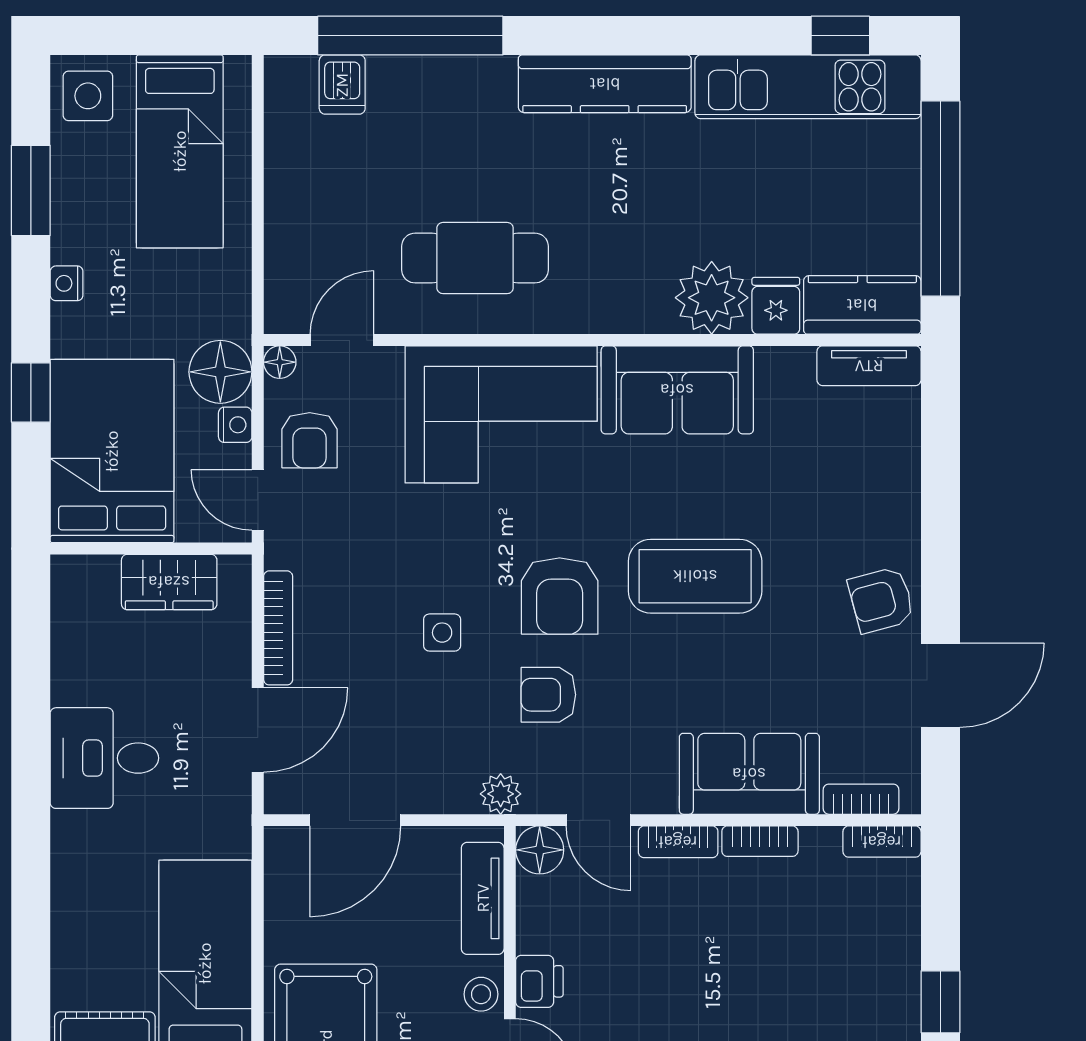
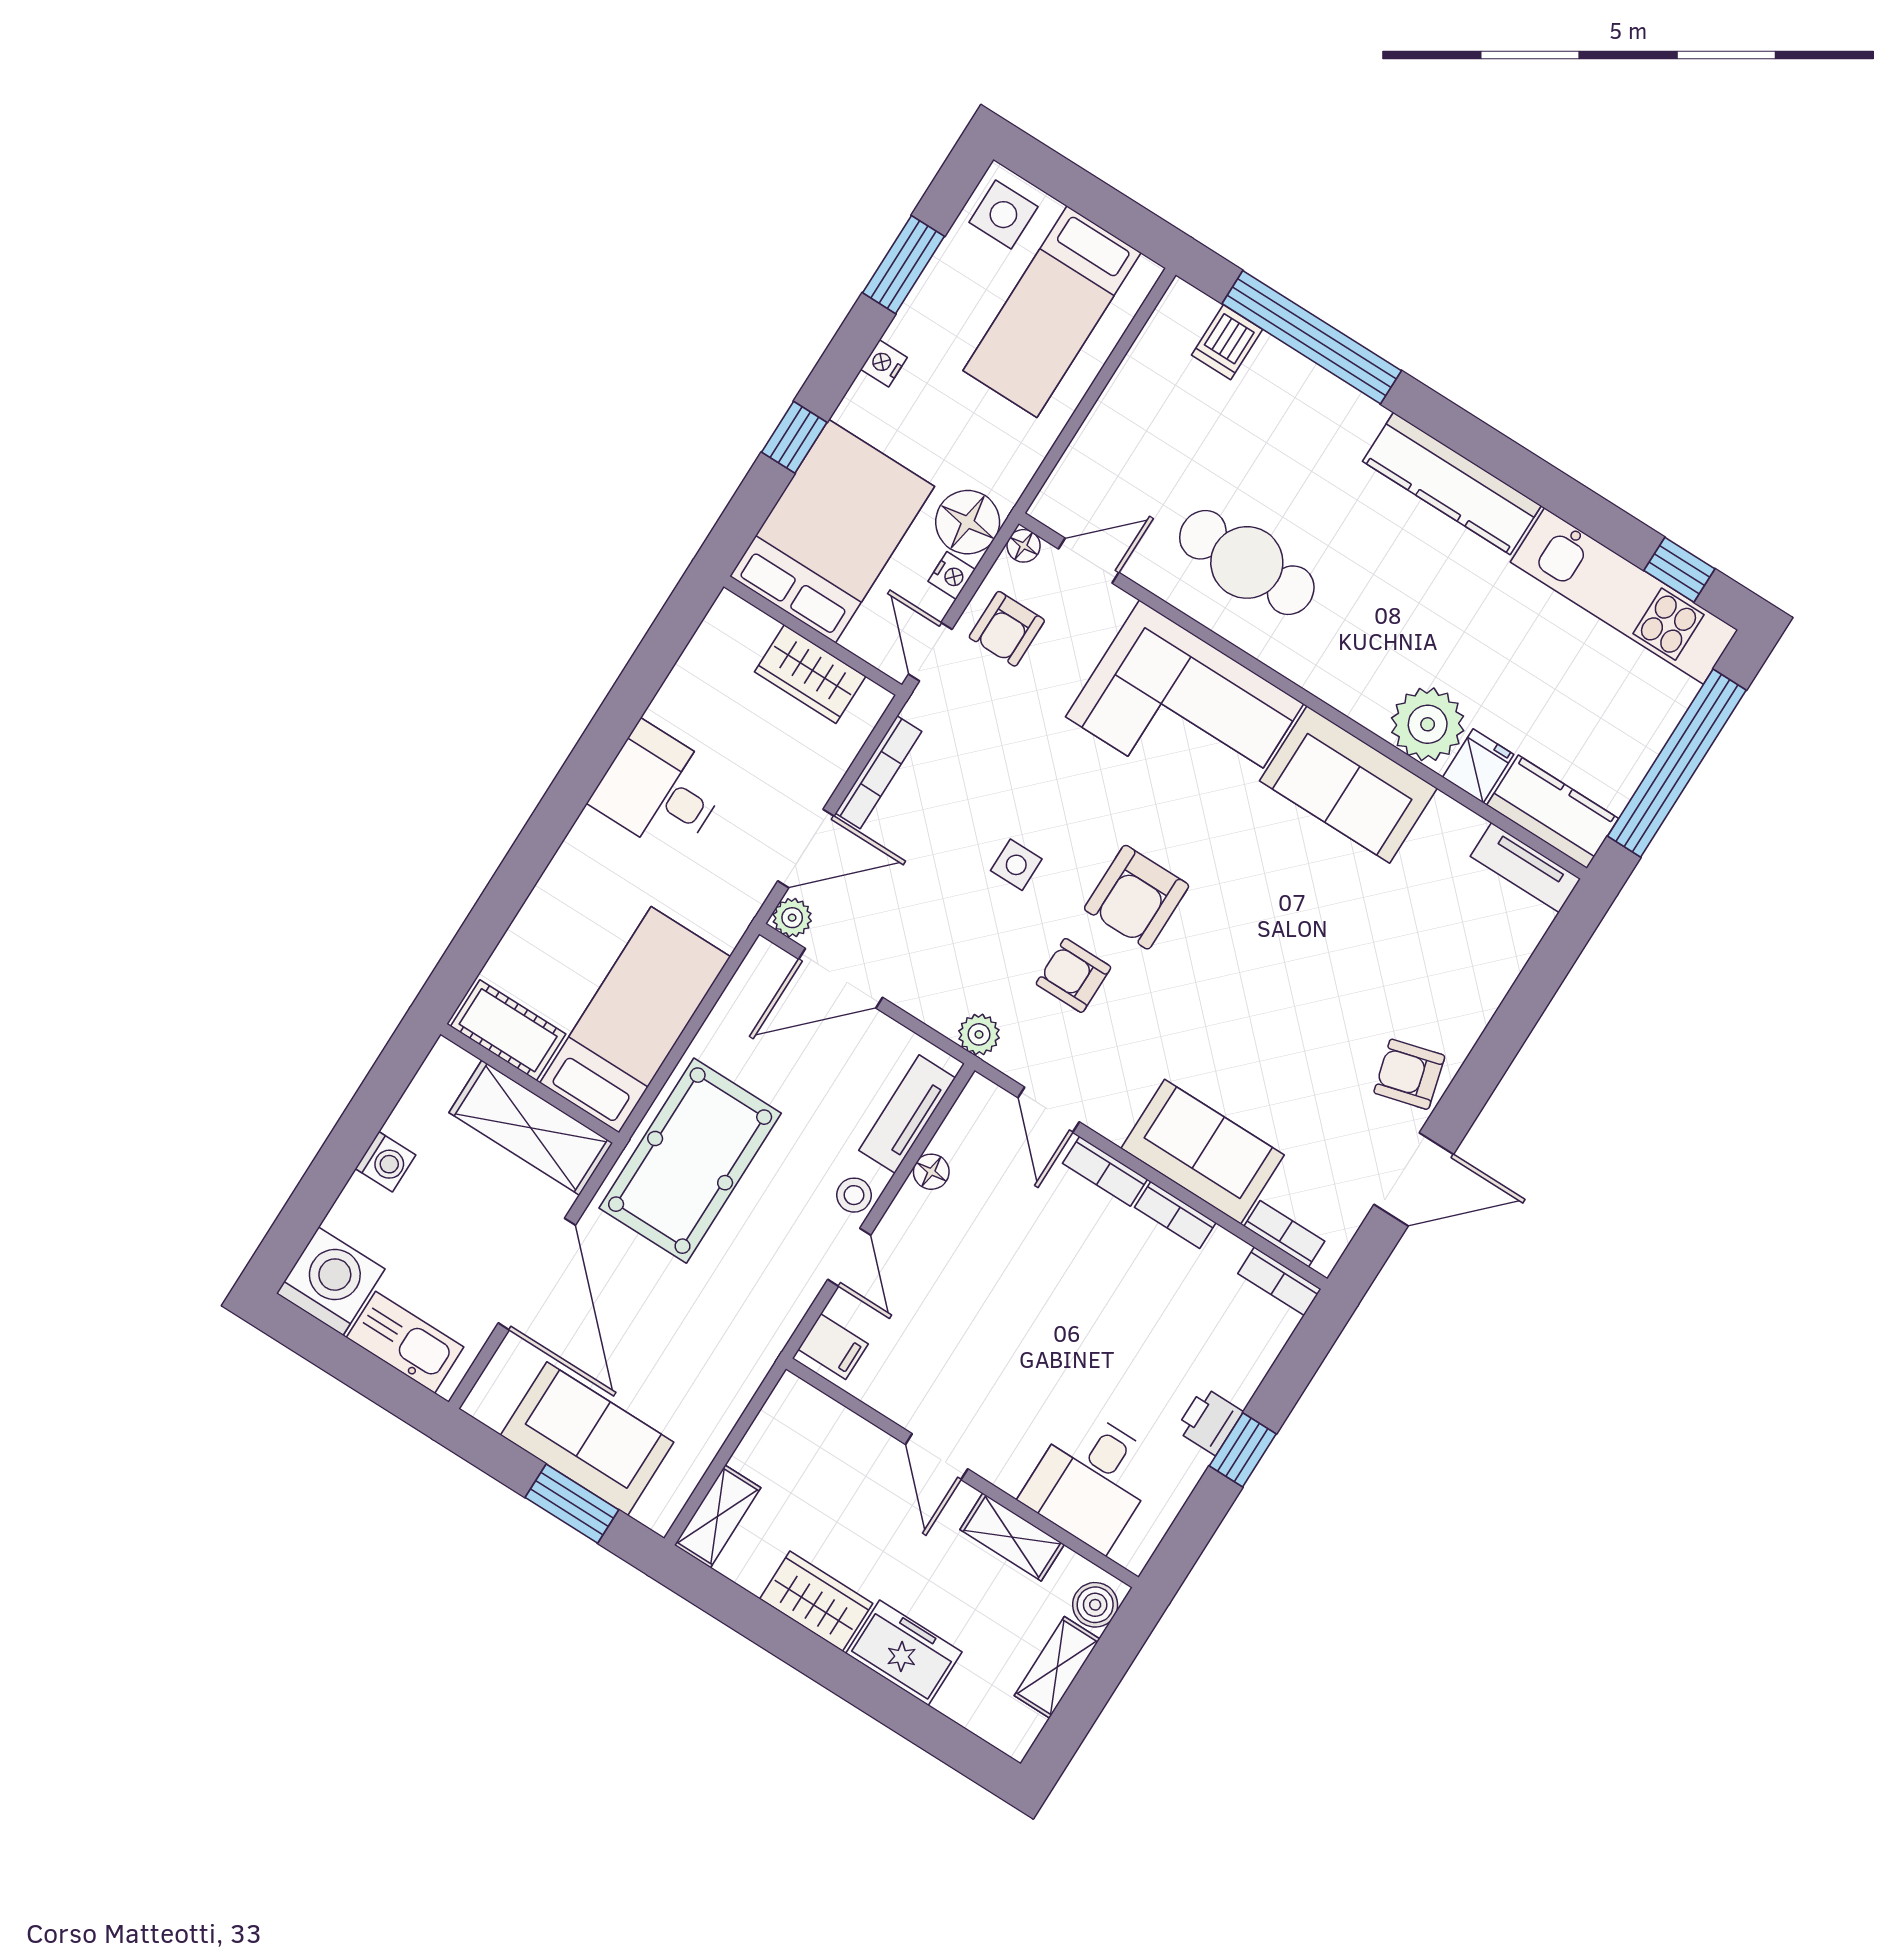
coffee table: (695, 576) -> (1263, 953), removed
plant: (283, 795) -> (792, 918), added
floor lamp: (540, 850) -> (931, 1172), moved, width x0.73, depth x0.73
printer: (539, 981) -> (1209, 1421), moved, turned 180

